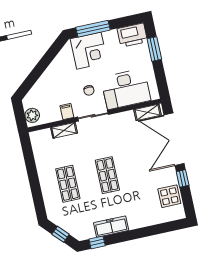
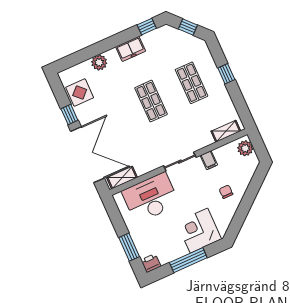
window: (93, 29) -> (188, 260), moved
printer: (132, 35) -> (151, 263), width x0.53, depth x0.68
chair: (89, 90) -> (226, 192), moved
shelving: (64, 130) -> (226, 131), moved
window: (35, 185) -> (226, 74), added
plant: (146, 219) -> (99, 62), added
freezer: (111, 227) -> (131, 49), width x0.71

